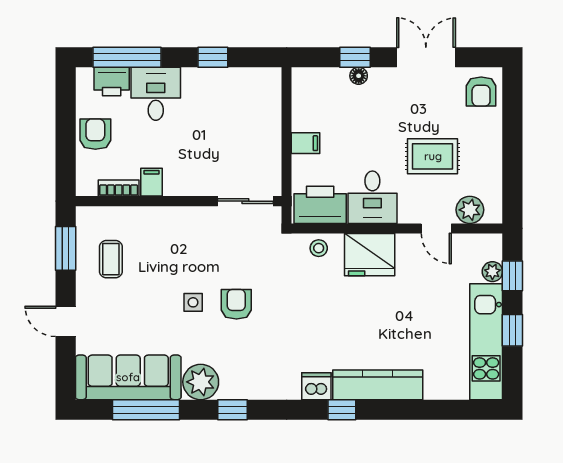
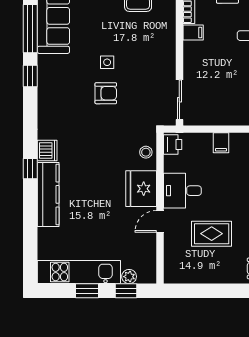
rug: (433, 156) -> (212, 234), turned 90
printer: (320, 205) -> (173, 145), width x0.53, depth x0.68
plant: (470, 210) -> (173, 260), removed
door: (436, 228) -> (160, 221), moved
plant: (201, 382) -> (50, 68), removed
window: (232, 410) -> (30, 76), moved

